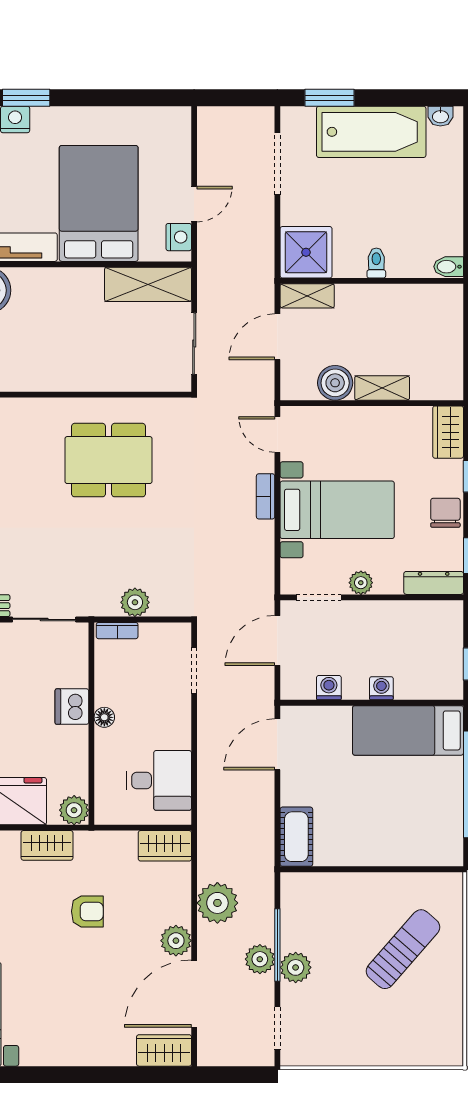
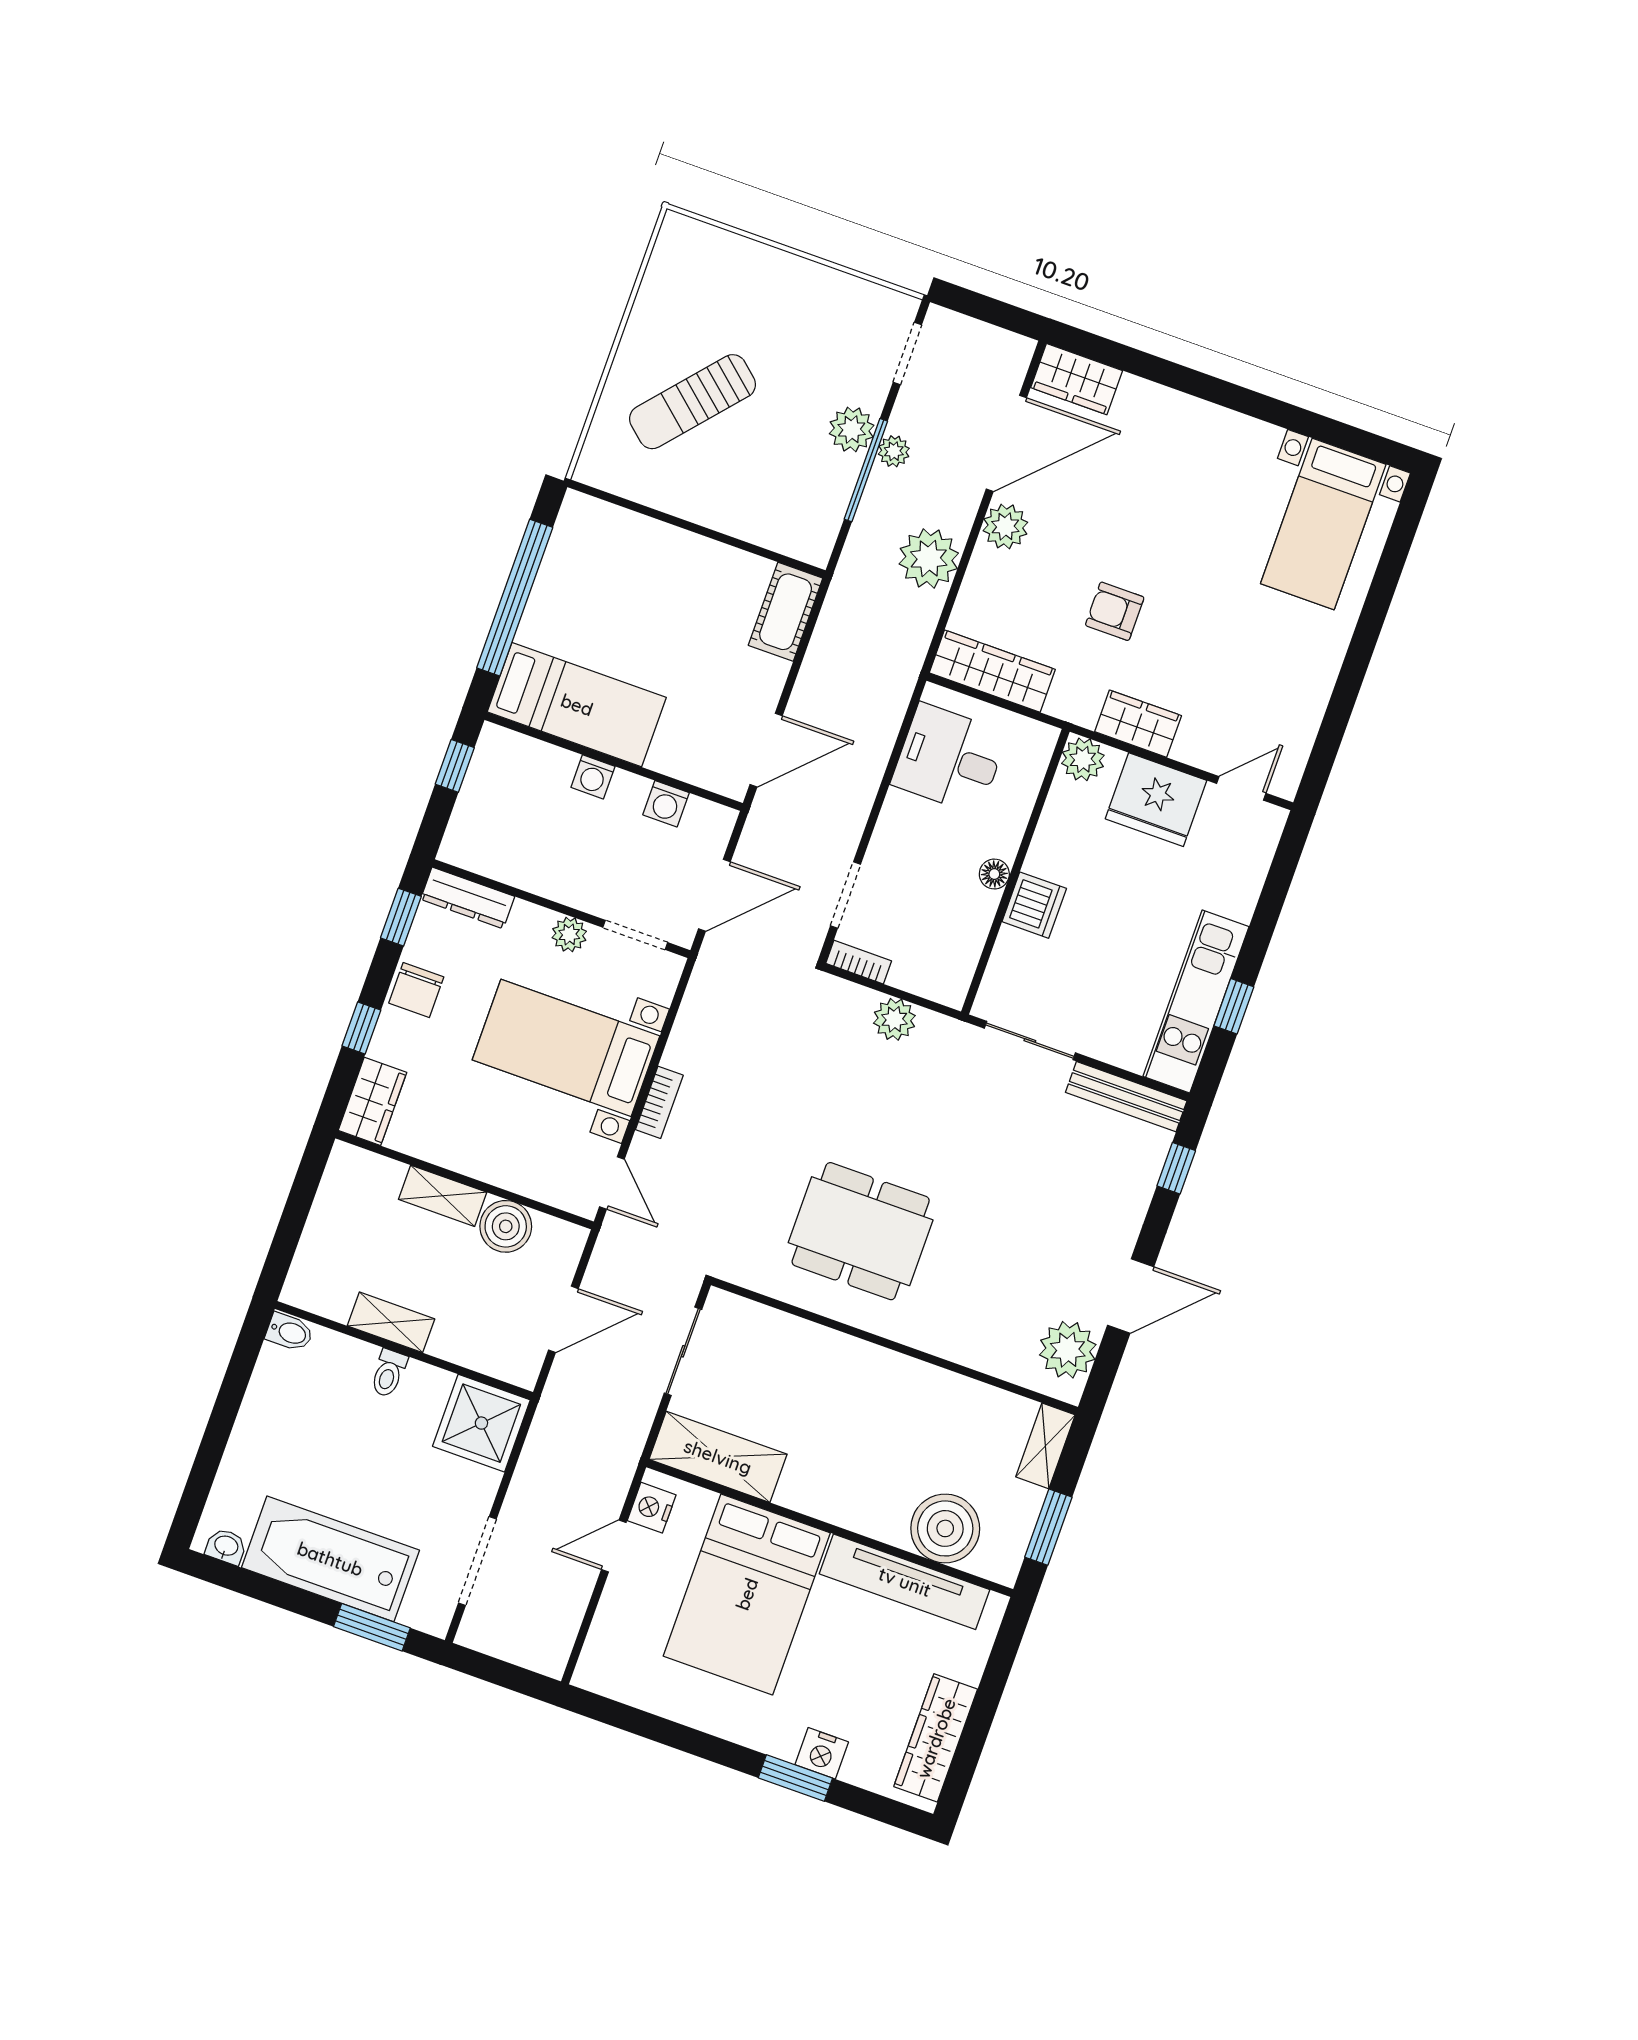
shelving: (307, 296) -> (391, 1322), moved
bookcase: (117, 631) -> (859, 962), moved
wardrobe: (165, 846) -> (992, 671), width x1.50
plant: (260, 959) -> (894, 451), width x0.73, depth x0.73

